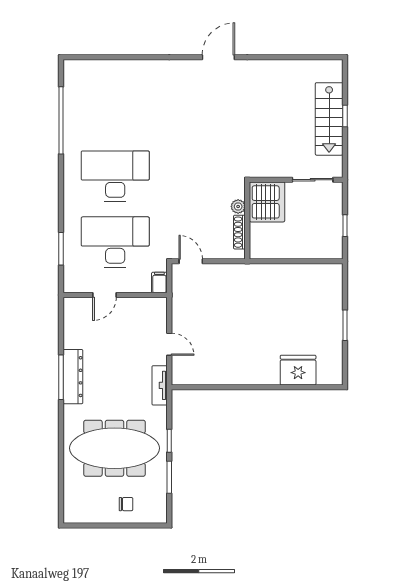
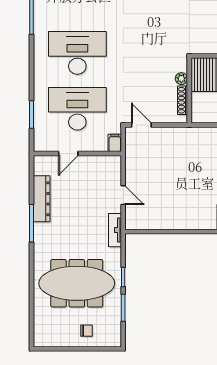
dresser: (73, 377) -> (42, 199), moved

